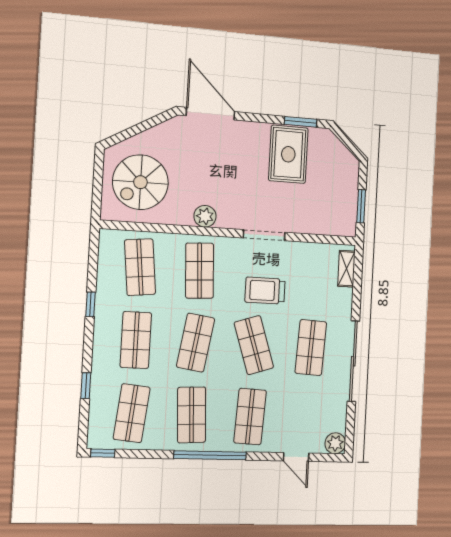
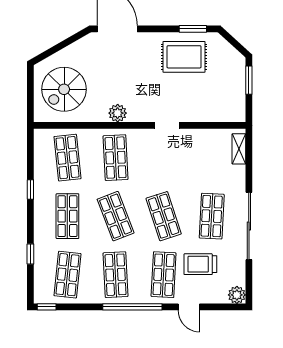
rug: (288, 154) -> (184, 57), turned 90
window: (361, 206) -> (249, 80), moved
doorway: (264, 235) -> (167, 125), width x0.73
trolley: (265, 291) -> (200, 264), moved
shop shelf: (196, 343) -> (116, 216), turned -30
door: (296, 457) -> (189, 307), moved

